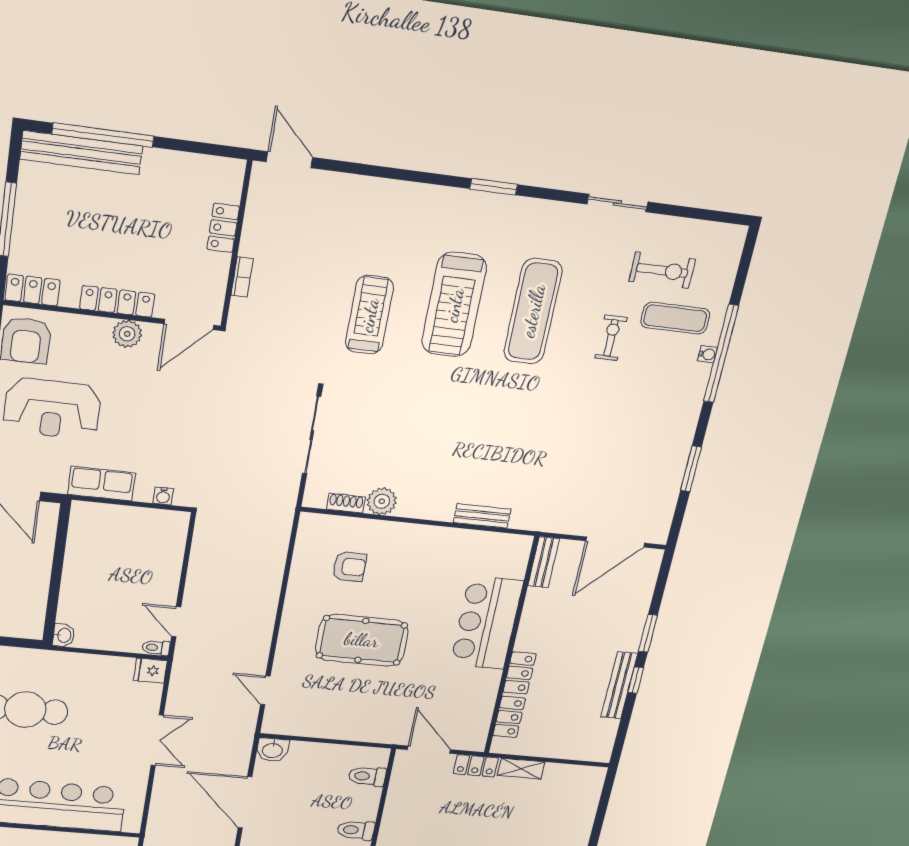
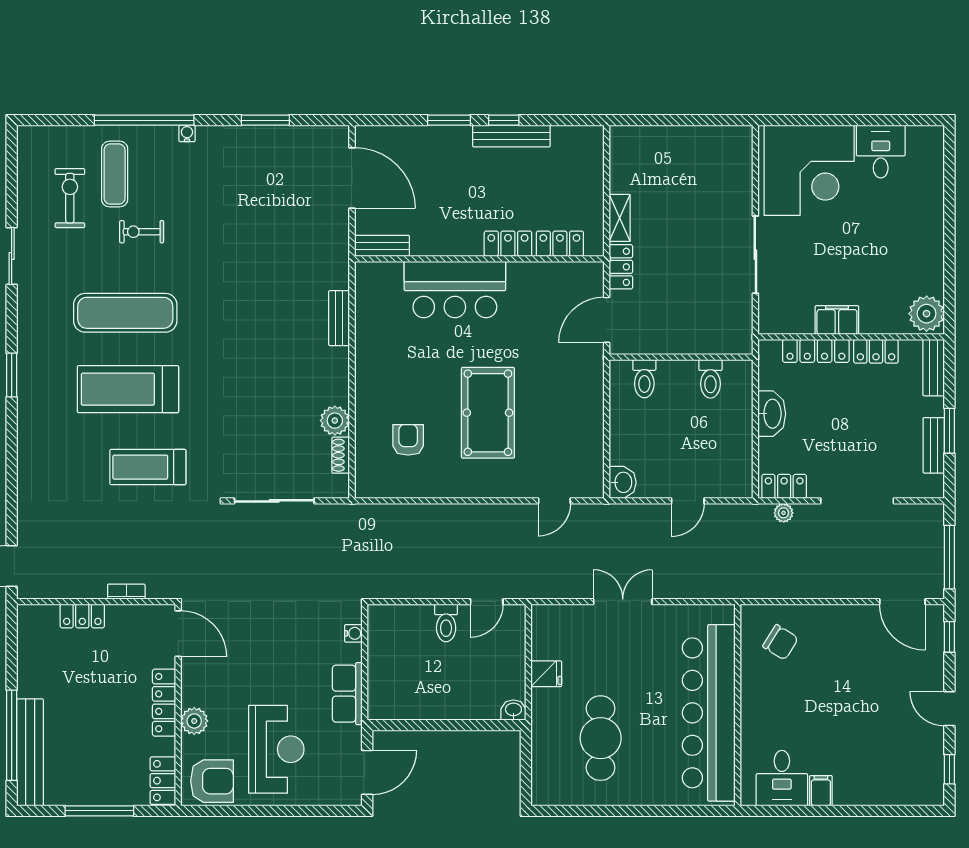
treadmill: (454, 305) -> (128, 389), turned 180
plant: (127, 334) -> (194, 721), moved
water cooler: (707, 354) -> (187, 133), moved
toilet: (156, 648) -> (446, 623), moved, width x1.37, depth x1.39
fridge: (150, 671) -> (546, 674), moved, turned -90
door: (245, 802) -> (688, 501), width x0.53

